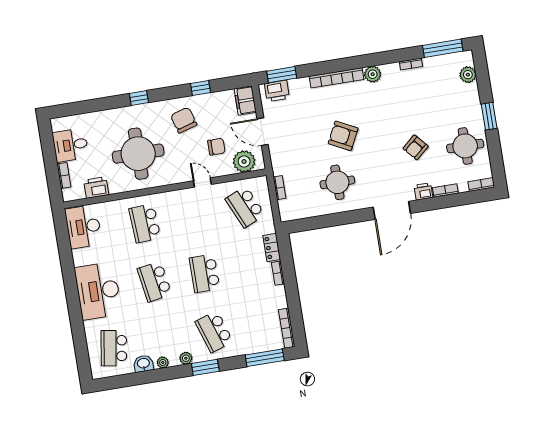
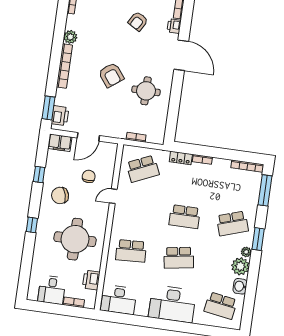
armchair: (343, 136) -> (111, 75), turned -64
armchair: (416, 147) -> (138, 21), turned 71
plant: (244, 161) -> (107, 158), removed
plant: (163, 362) -> (240, 266), width x1.88, depth x1.88

